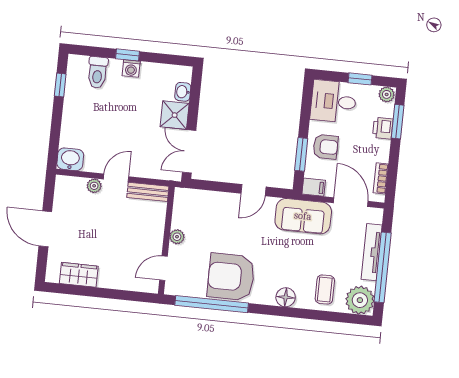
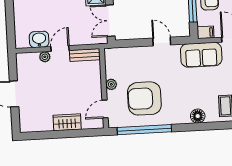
washbasin: (70, 159) -> (39, 39), moved
door: (253, 190) -> (162, 41), swing flipped
wardrobe: (79, 275) -> (67, 122), moved
armchair: (231, 277) -> (144, 98), moved

